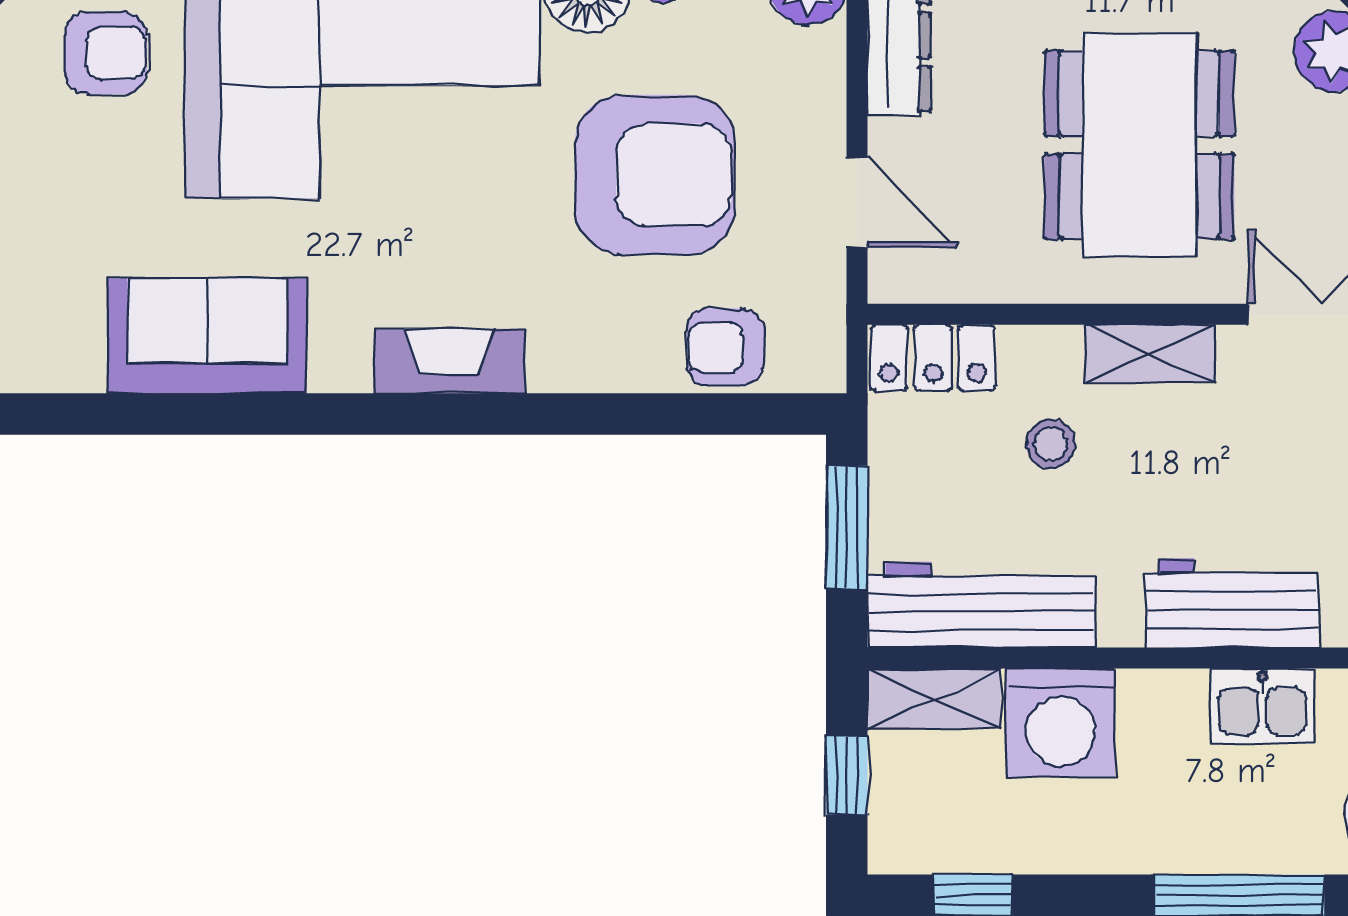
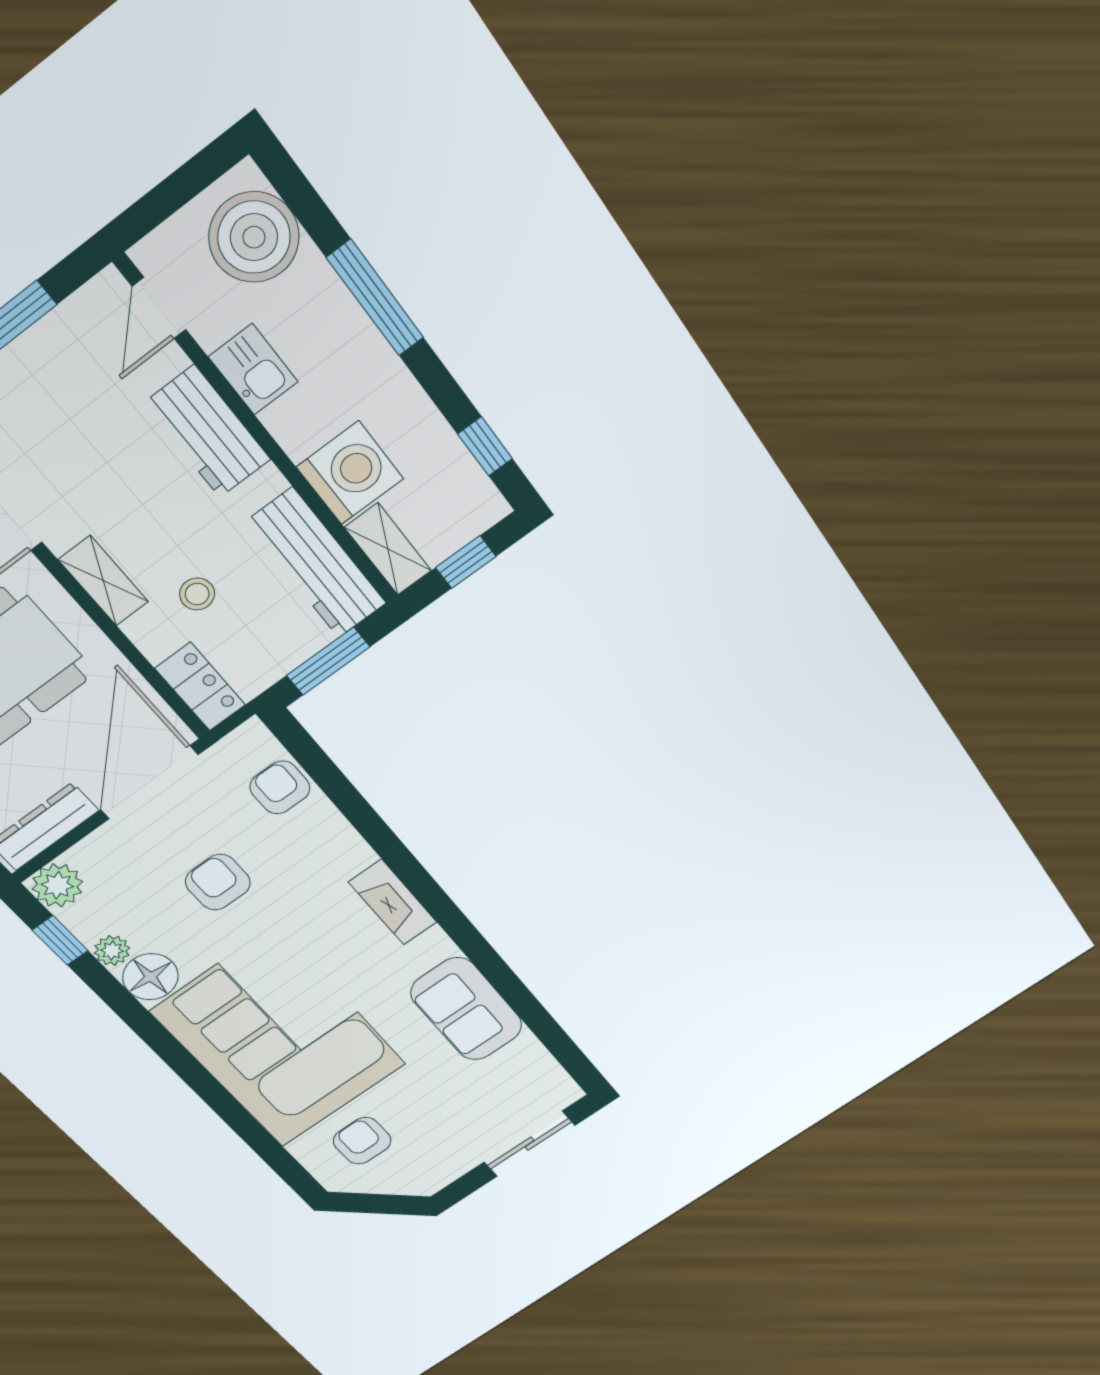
armchair: (655, 175) -> (218, 882), width x0.53, depth x0.53
door: (857, 203) -> (149, 782), width x1.87
armchair: (725, 347) -> (280, 787), turned 180

